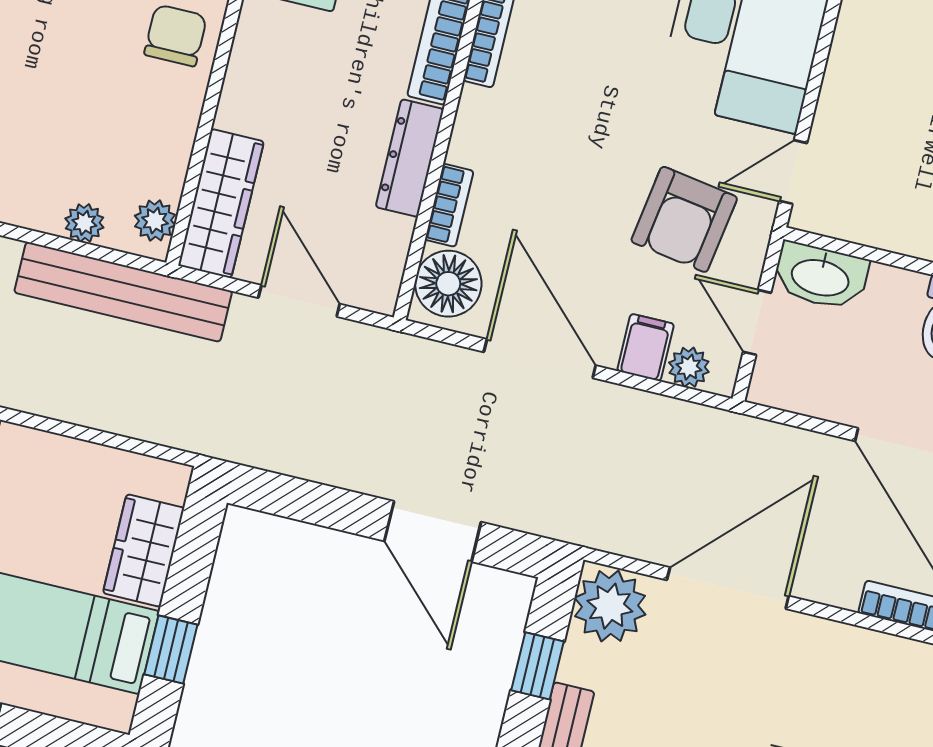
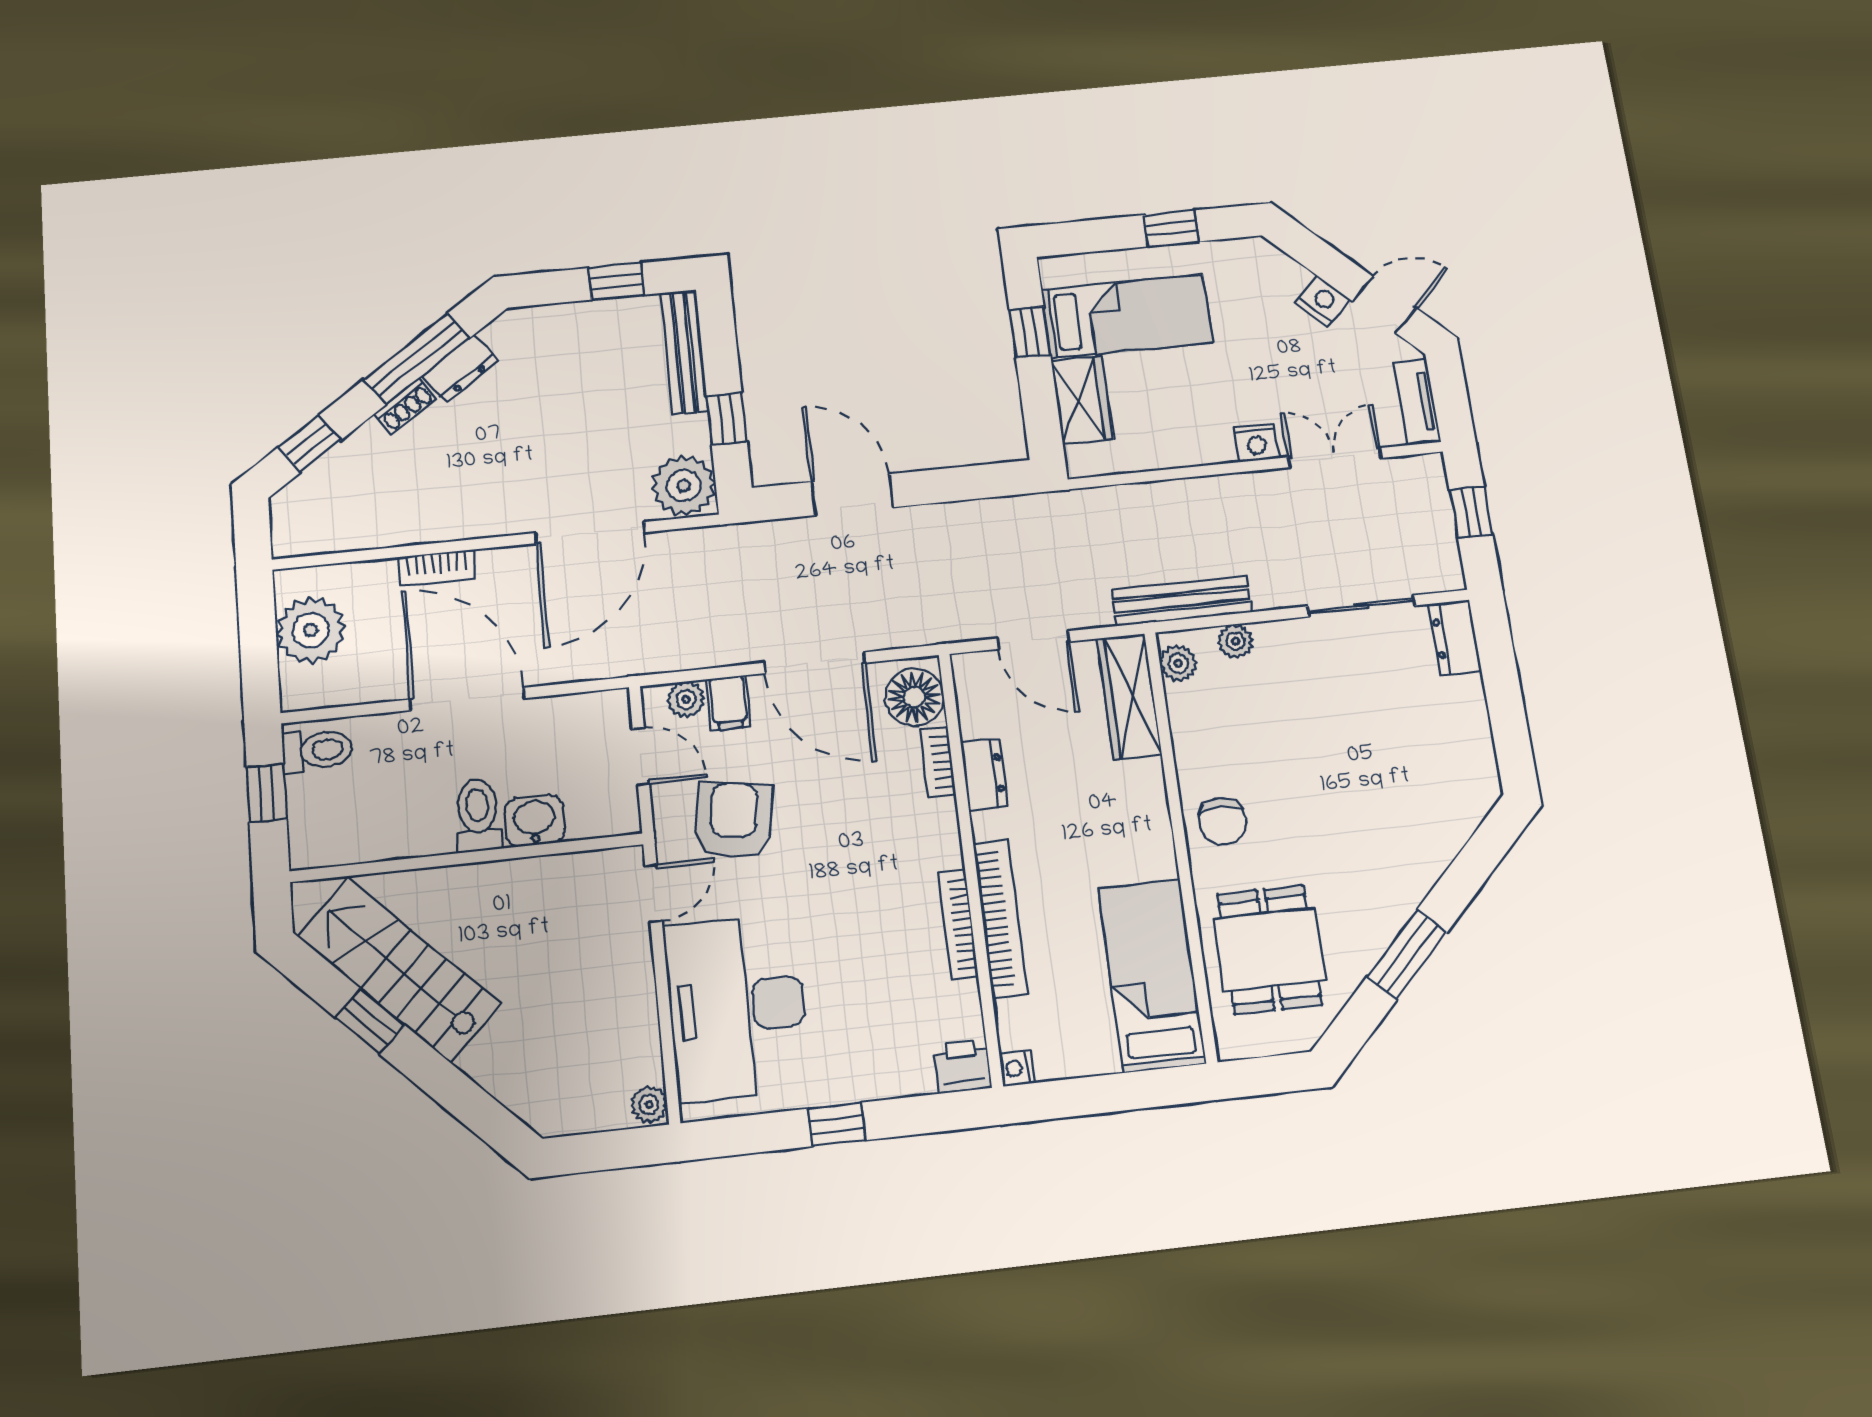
dresser: (410, 158) -> (984, 774), width x0.70
washbasin: (820, 276) -> (534, 821), moved, width x0.72
bench: (123, 292) -> (1182, 601), width x0.73, depth x0.82

